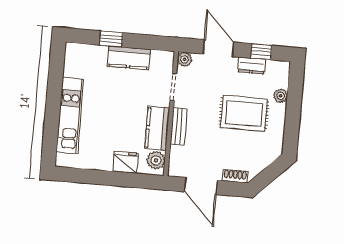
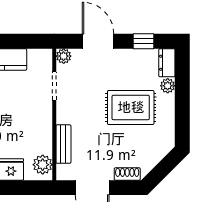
dresser: (251, 65) -> (167, 63), moved, turned 90
bench: (179, 126) -> (63, 144), moved
kitchen counter: (157, 128) -> (41, 131), removed

